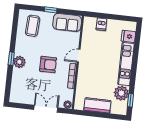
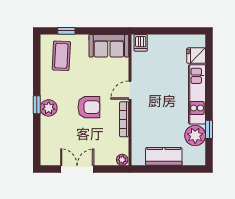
window: (51, 10) -> (66, 31), moved
dishwasher: (101, 24) -> (141, 43), moved
window: (130, 100) -> (209, 129), moved
double door: (46, 109) -> (77, 169), moved

